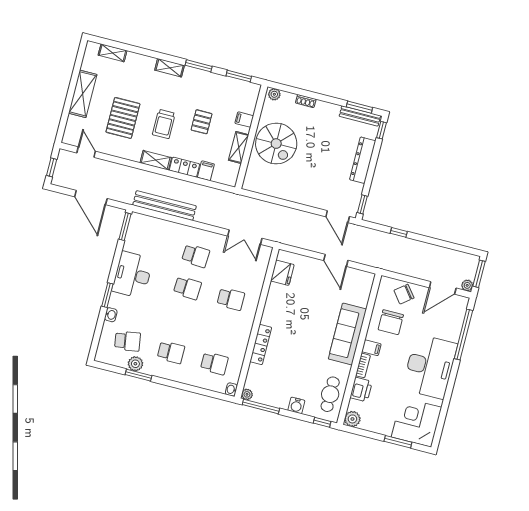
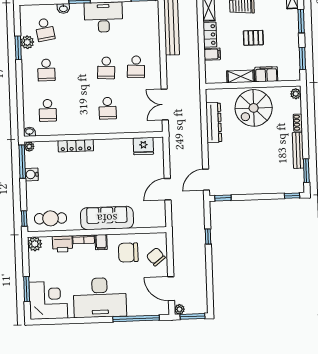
bench: (360, 116) -> (298, 150), moved
filing cabinet: (244, 120) -> (266, 74), width x2.00
dresser: (363, 160) -> (214, 123), moved, turned 90
water cooler: (296, 405) -> (32, 174), moved

